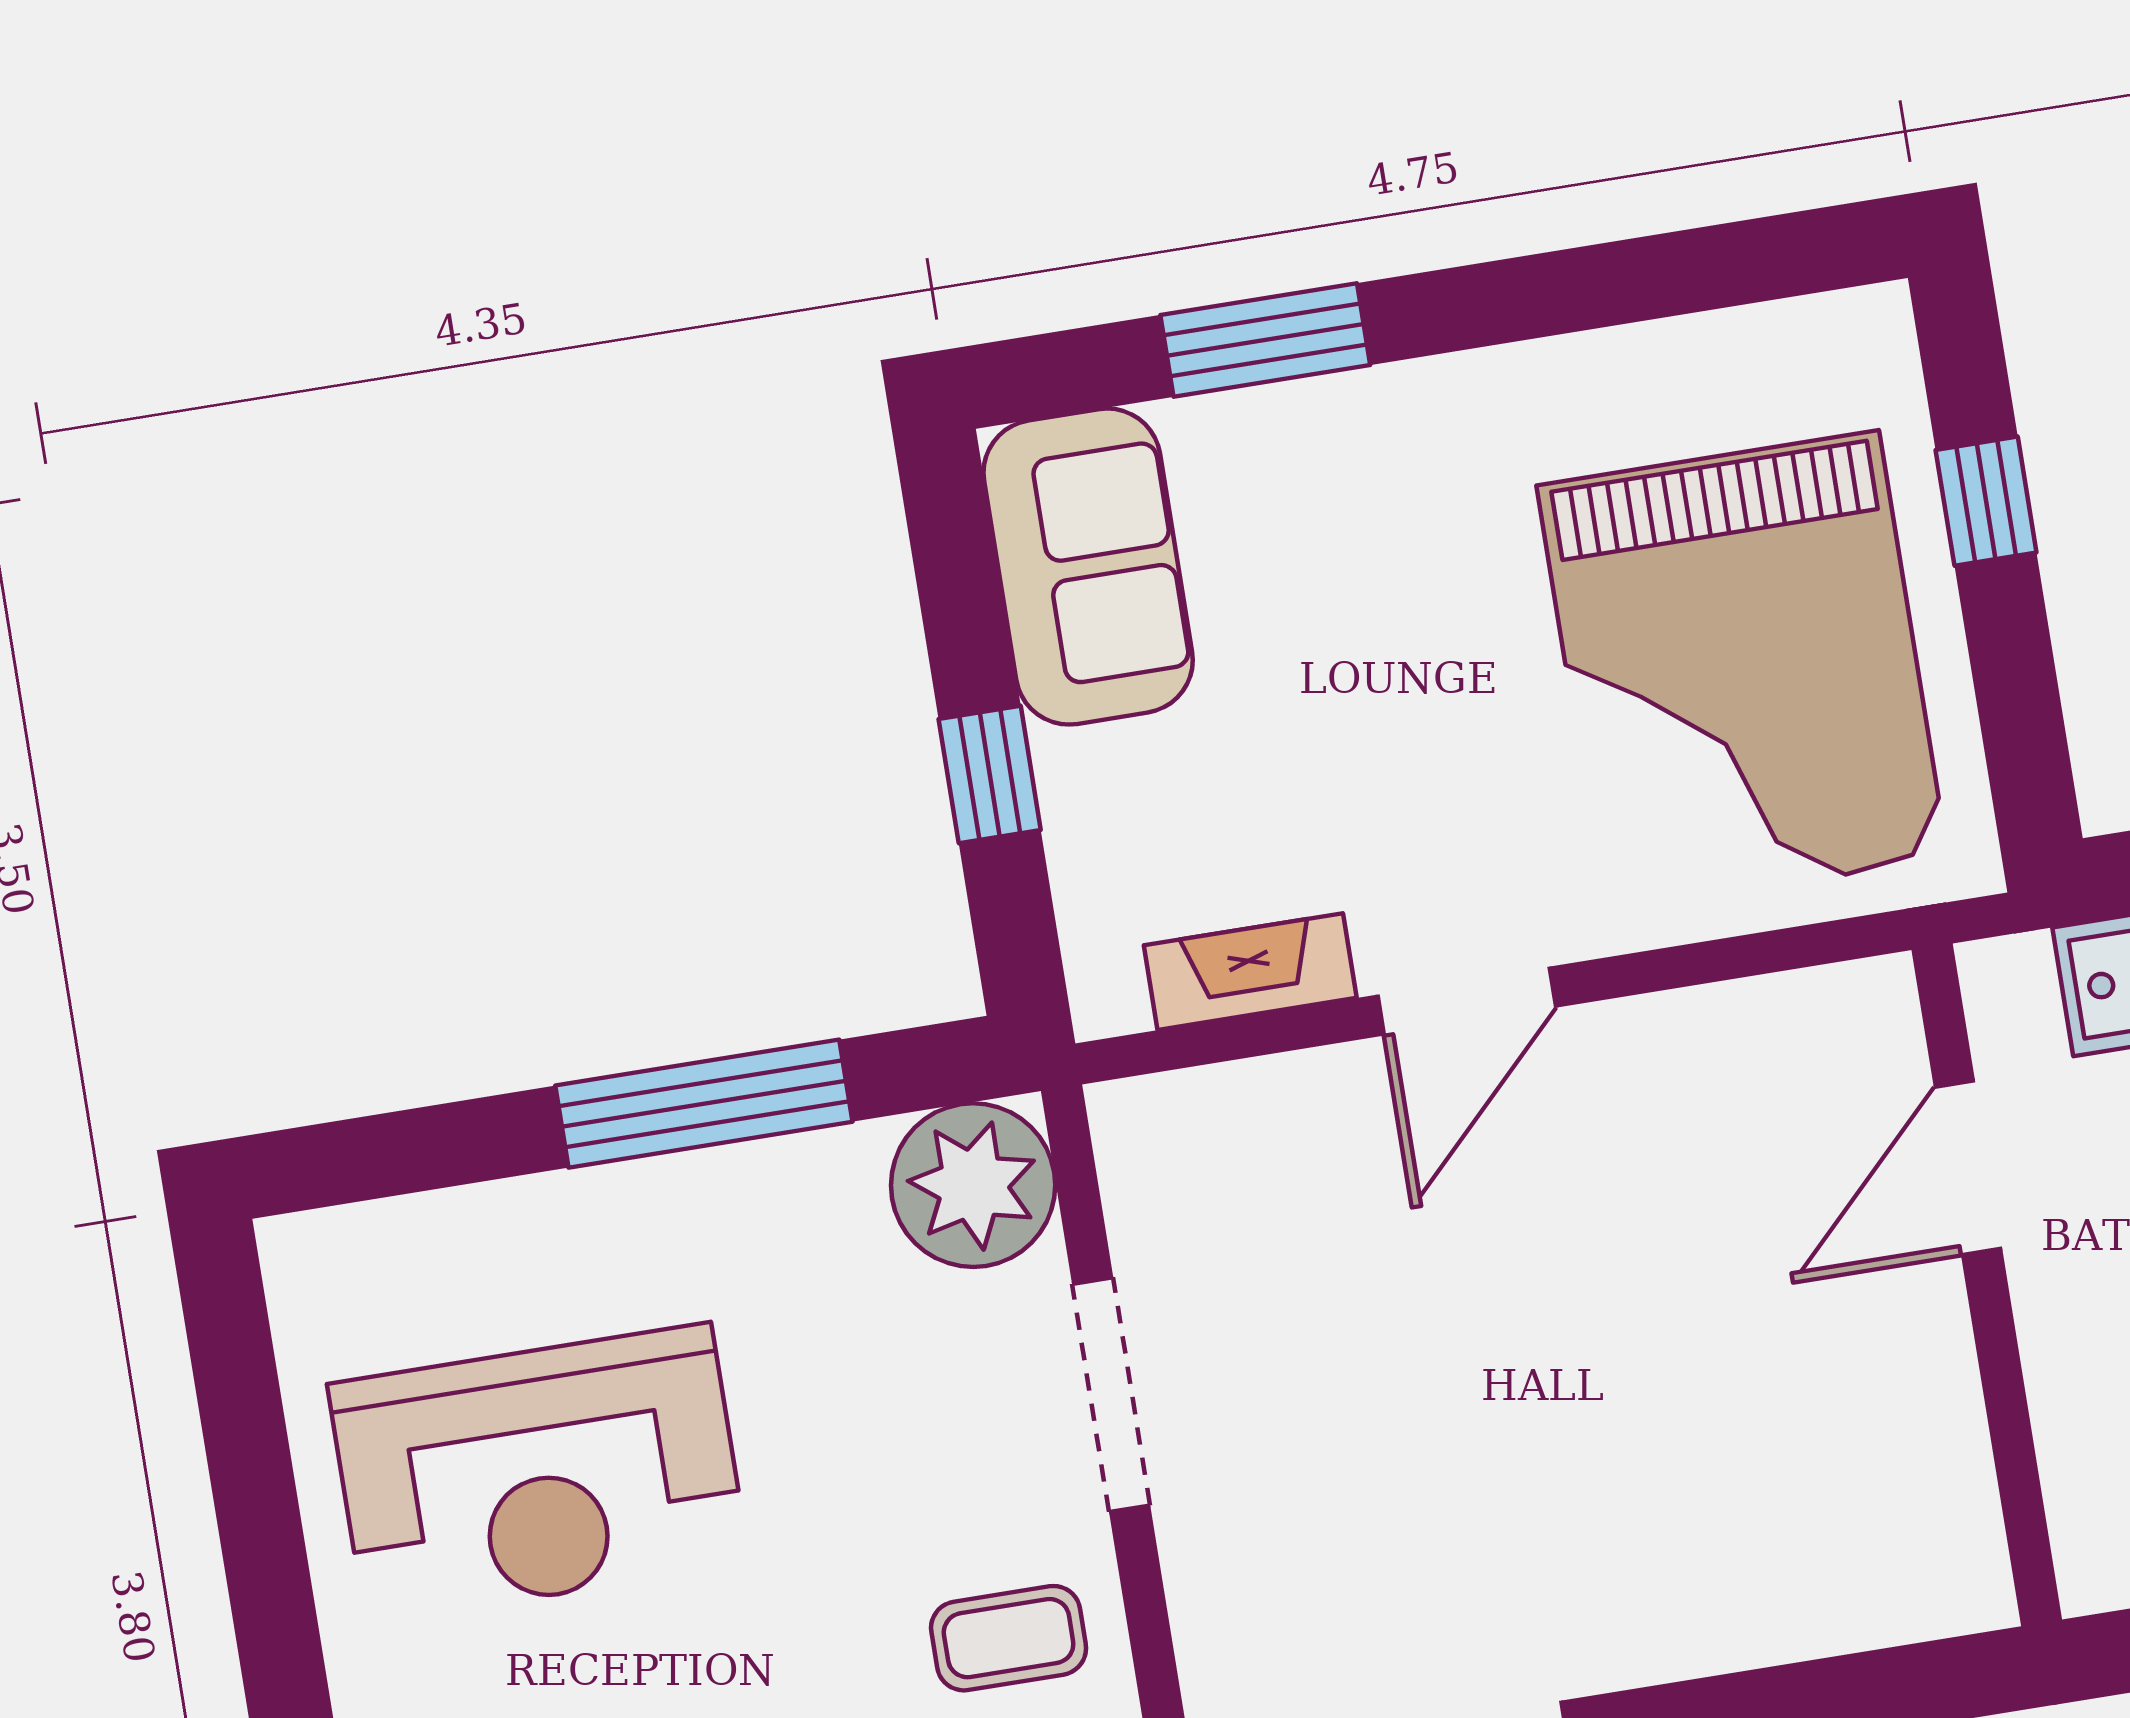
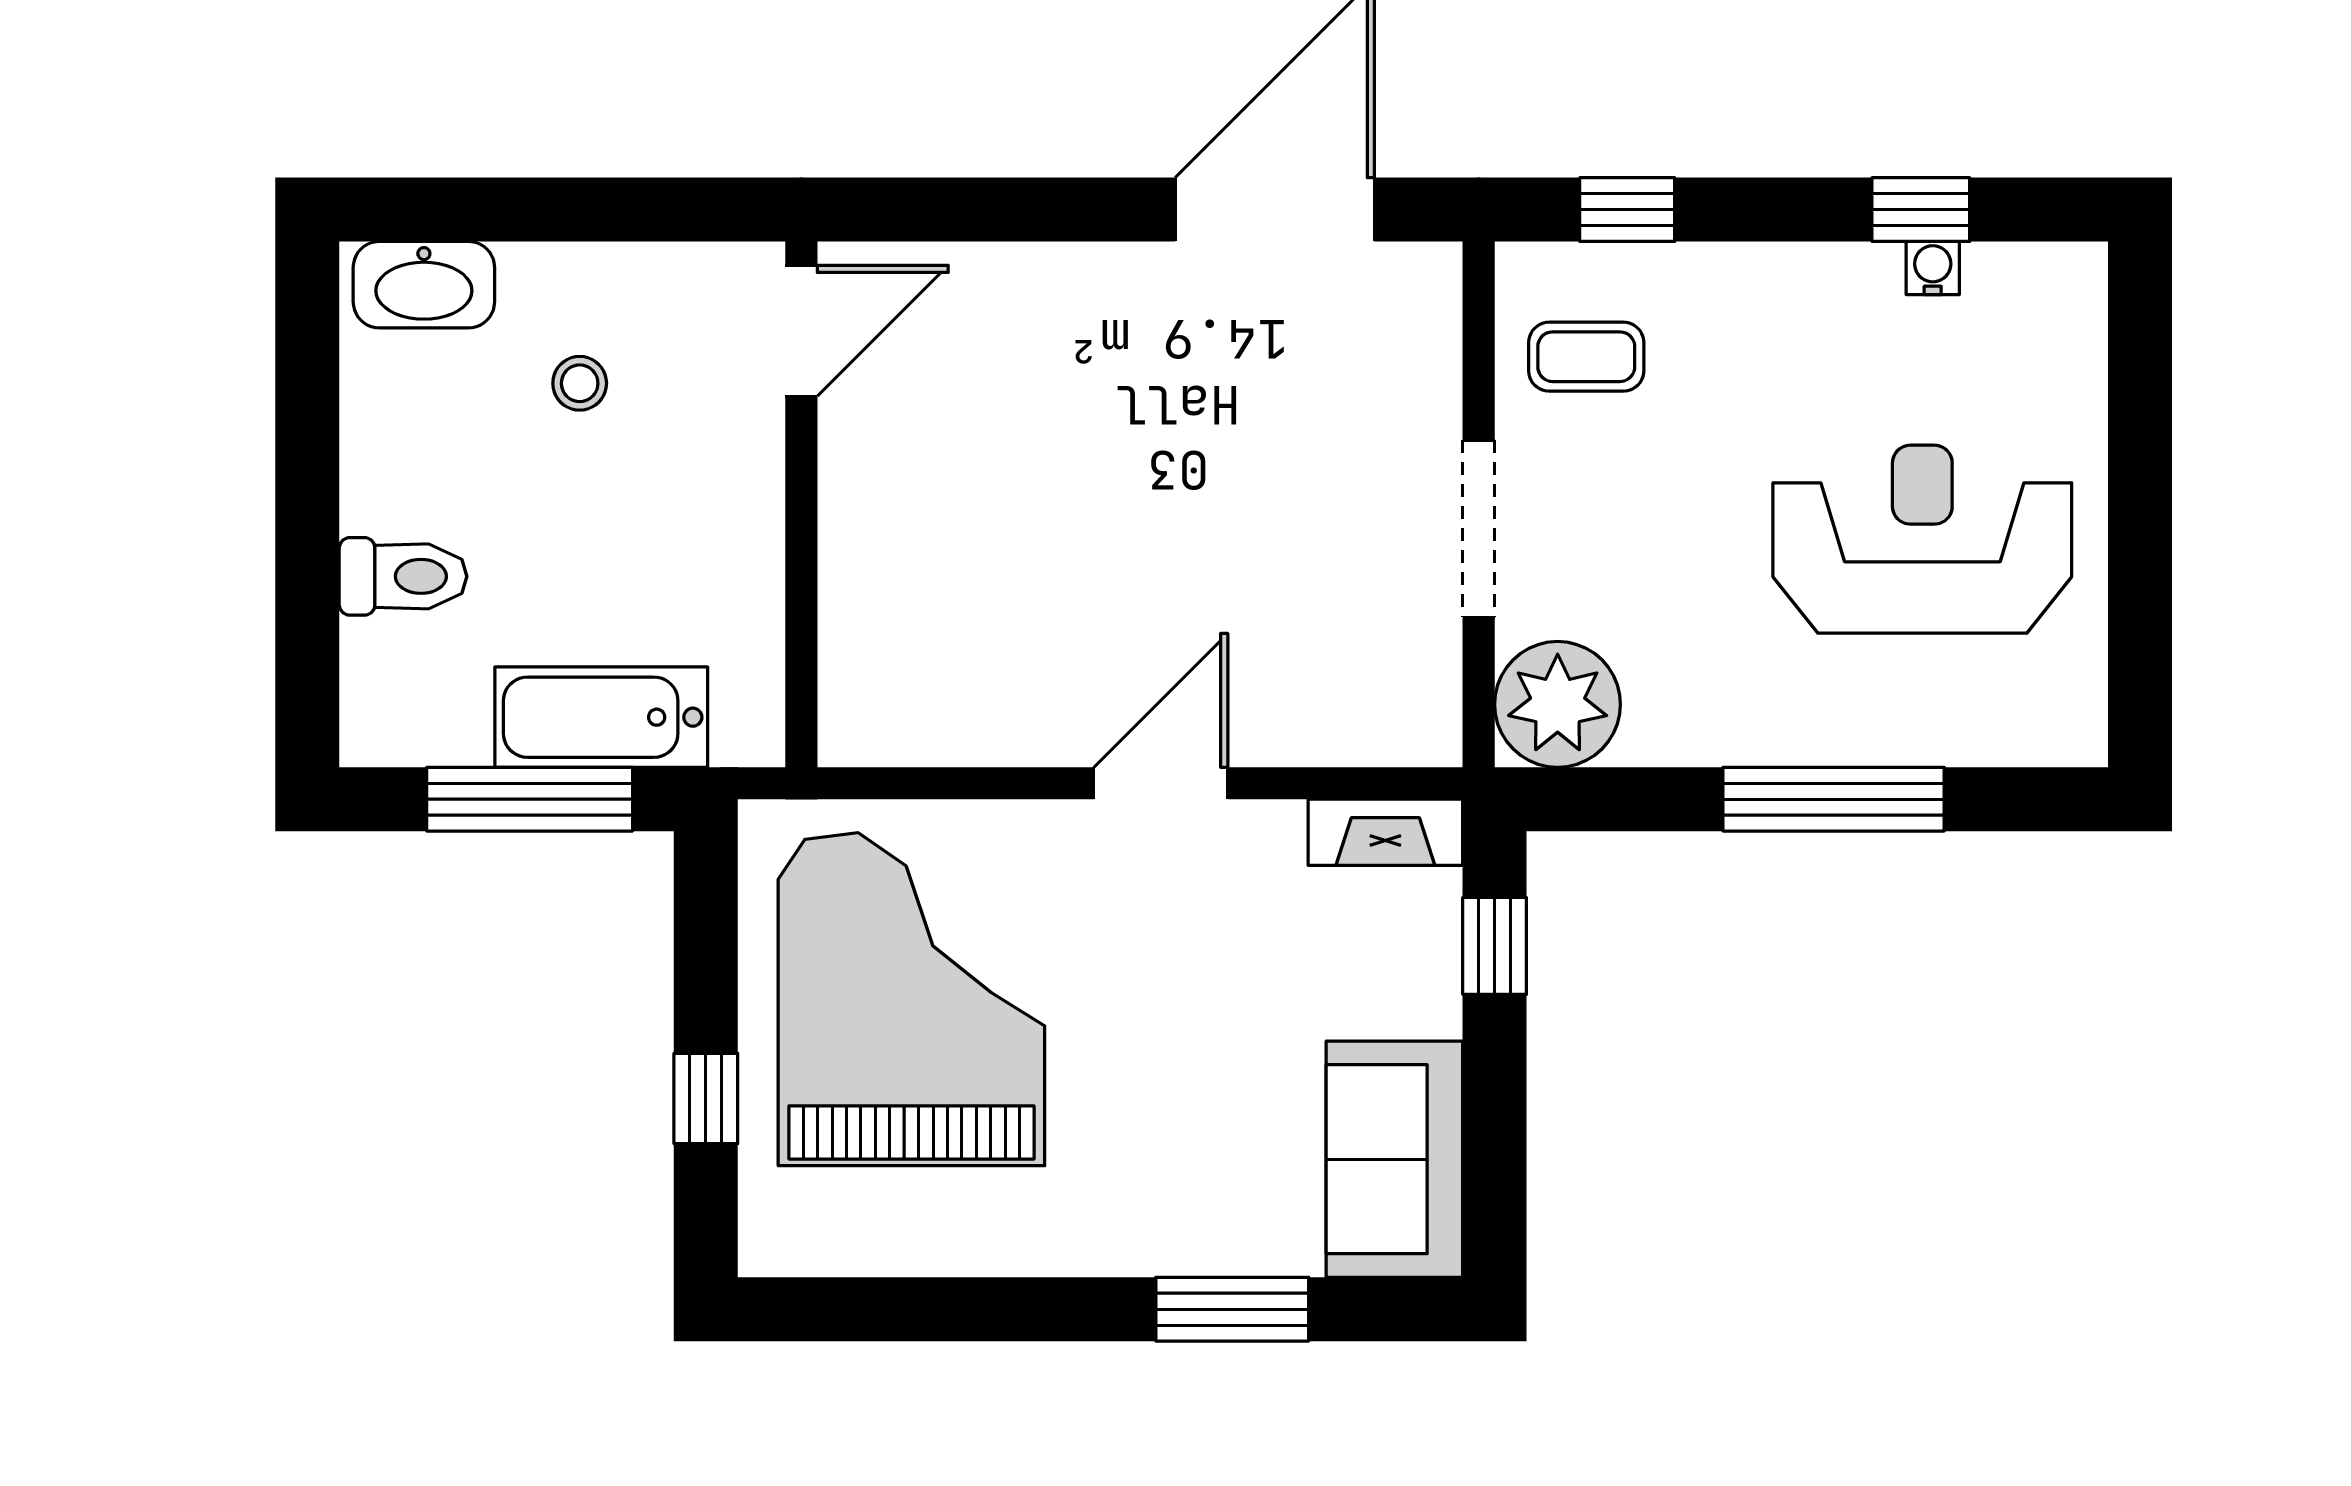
window: (990, 774) -> (1495, 946), moved
fireplace: (1250, 972) -> (1385, 832), moved
window: (704, 1104) -> (1834, 799), moved
door: (1968, 1168) -> (801, 331), moved

